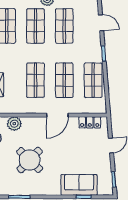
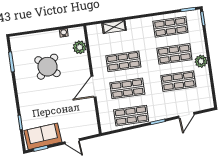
door: (57, 115) -> (94, 87), hinge flipped
locker: (90, 122) -> (91, 118), removed
sofa: (79, 185) -> (43, 136), moved, turned -95

